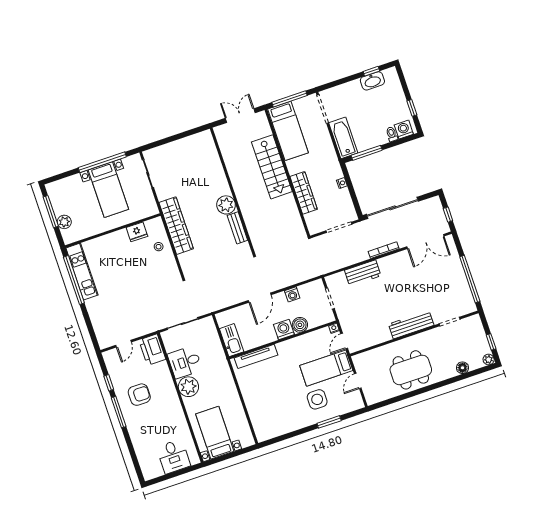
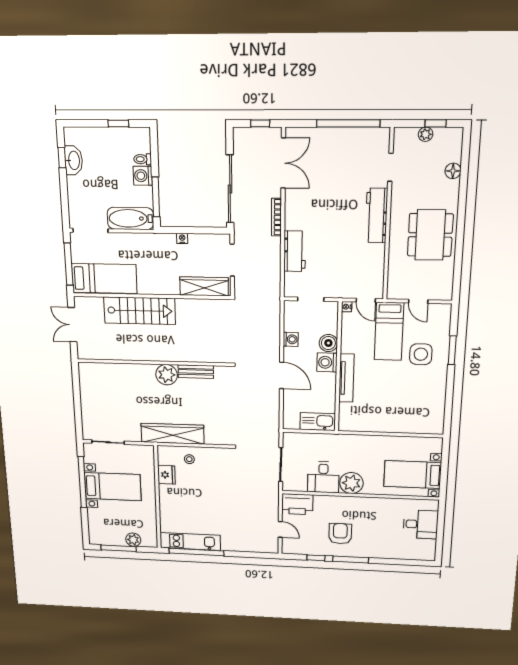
washing machine: (404, 130) -> (143, 176), moved
wardrobe: (304, 193) -> (204, 286), moved
tv unit: (256, 356) -> (346, 378), moved
plant: (489, 360) -> (426, 134), moved

